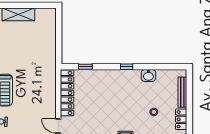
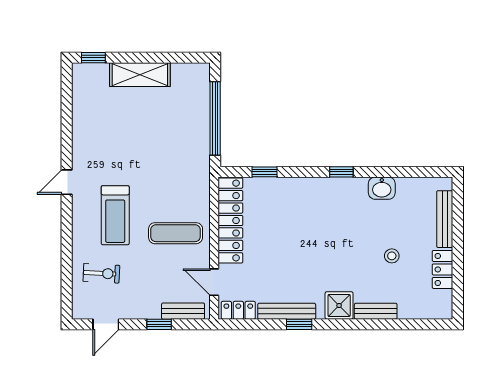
window: (59, 38) -> (215, 118), added
exercise mat: (37, 100) -> (176, 233), added

